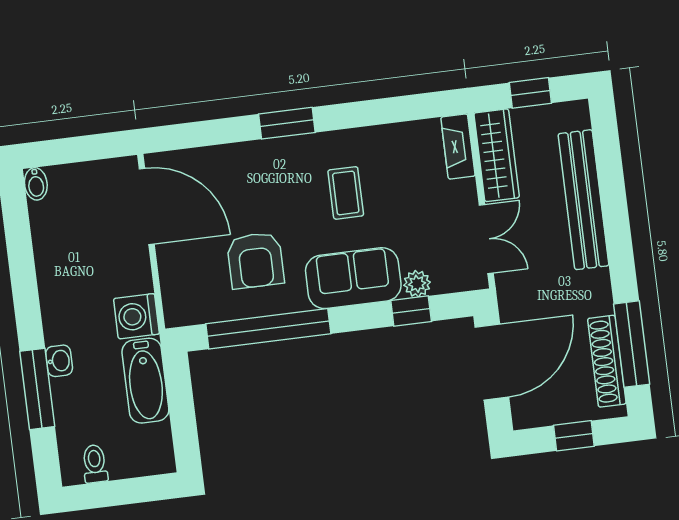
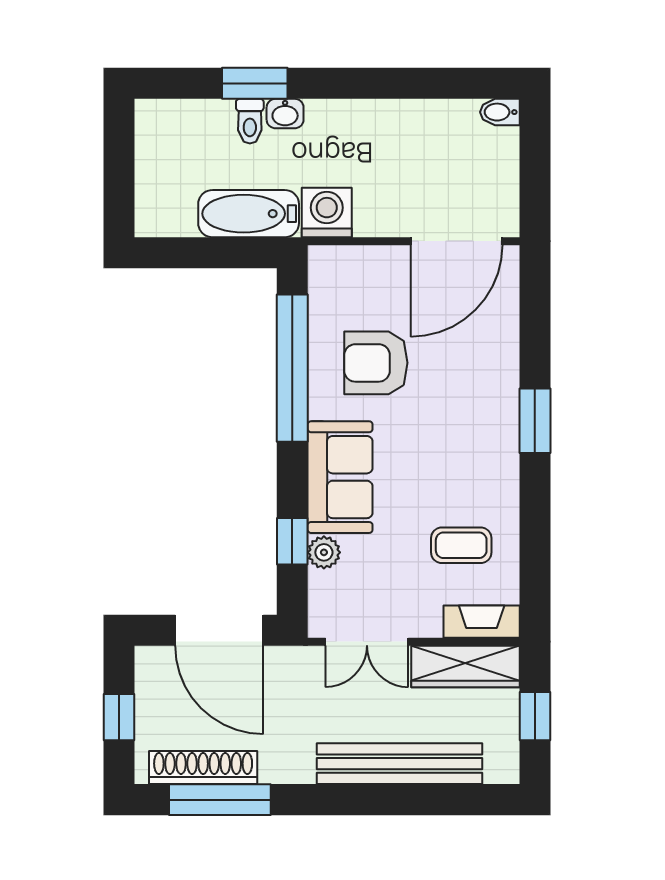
coffee table: (346, 193) -> (461, 545), moved
window: (37, 389) -> (255, 83), width x0.69
toilet: (95, 464) -> (250, 121), moved, turned 90

